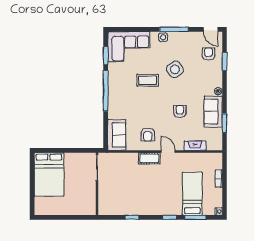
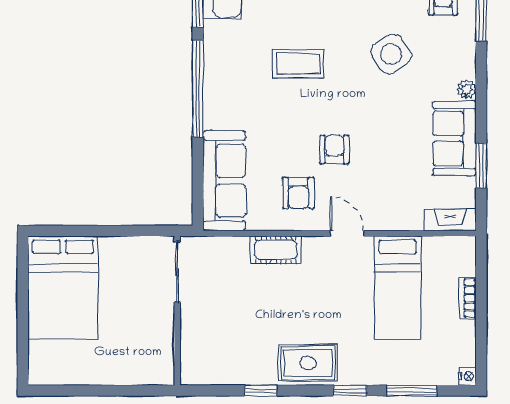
side table: (175, 69) -> (391, 54), moved
armchair: (180, 111) -> (334, 150), moved
sofa: (117, 135) -> (224, 181), width x1.36
fireplace: (195, 146) -> (450, 220), moved
cot: (149, 158) -> (276, 250), moved
bed: (192, 194) -> (398, 288), moved, turned 180
rug: (152, 206) -> (308, 363), added

